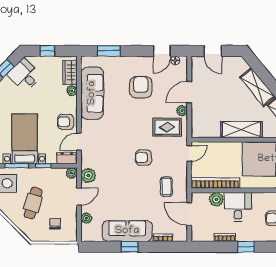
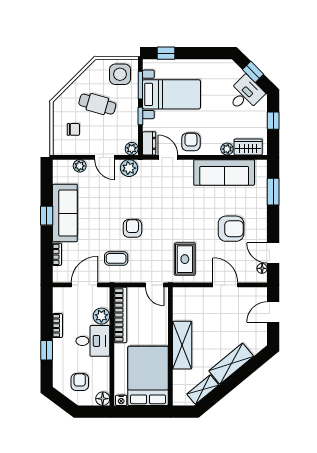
plant: (182, 111) -> (204, 276), removed
armchair: (143, 158) -> (132, 228), moved

